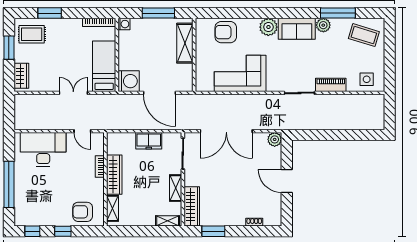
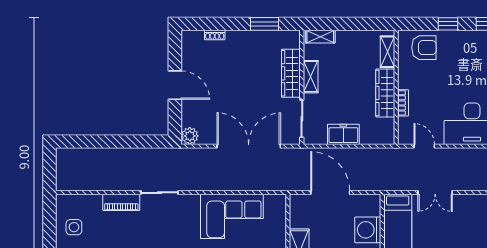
side table: (367, 79) -> (74, 227), moved
washing machine: (129, 81) -> (368, 230), moved
wardrobe: (192, 206) -> (291, 73), moved

